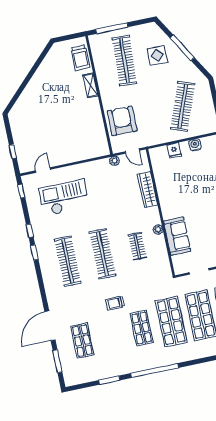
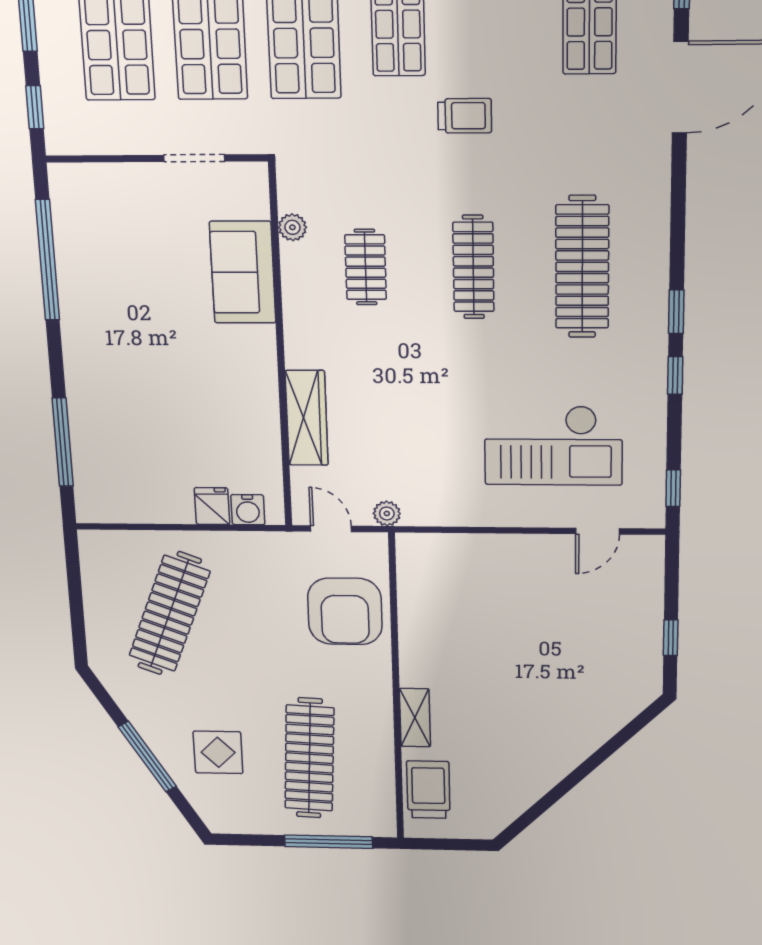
water cooler: (195, 145) -> (248, 510), moved
window: (13, 152) -> (671, 638), moved
plant: (158, 230) -> (292, 227), moved
clothes rail: (103, 254) -> (473, 267), width x0.73, depth x0.76

